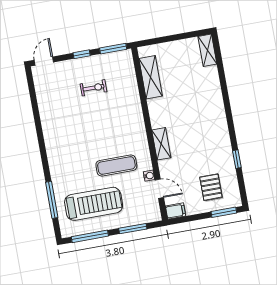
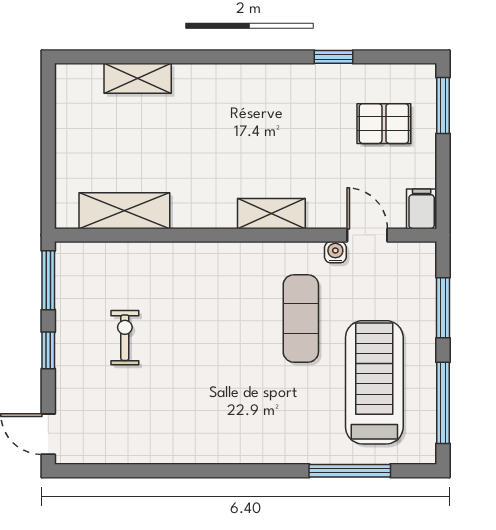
shelving: (207, 50) -> (138, 78), moved
door: (159, 189) -> (367, 235), hinge flipped

